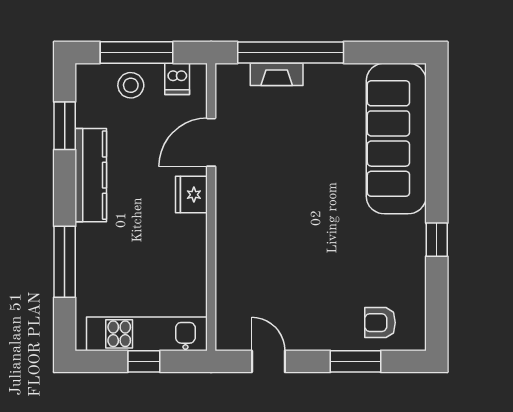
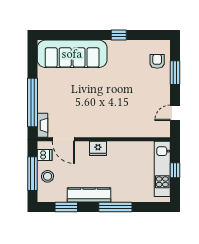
fireplace: (277, 74) -> (42, 125), moved
door: (211, 142) -> (63, 139), moved
window: (65, 262) -> (115, 207), moved
armchair: (380, 323) -> (157, 61), turned 180

